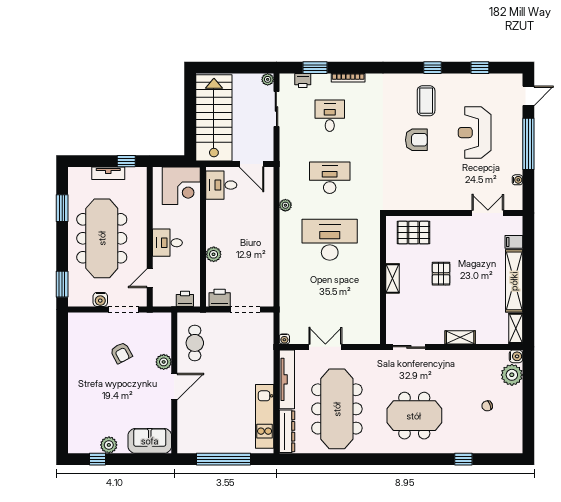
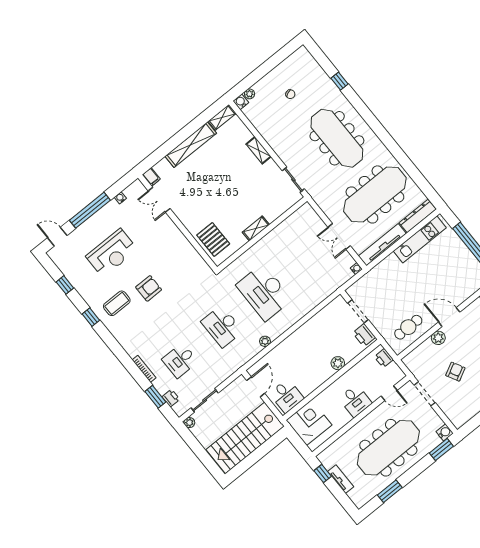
armchair: (416, 140) -> (149, 288), turned 90
filing cabinet: (514, 242) -> (151, 177), moved
pallet: (441, 274) -> (226, 198), removed
water cooler: (100, 299) -> (445, 432), moved
plant: (512, 375) -> (250, 94), width x0.53, depth x0.53
meeting table: (414, 416) -> (337, 138), width x1.36

